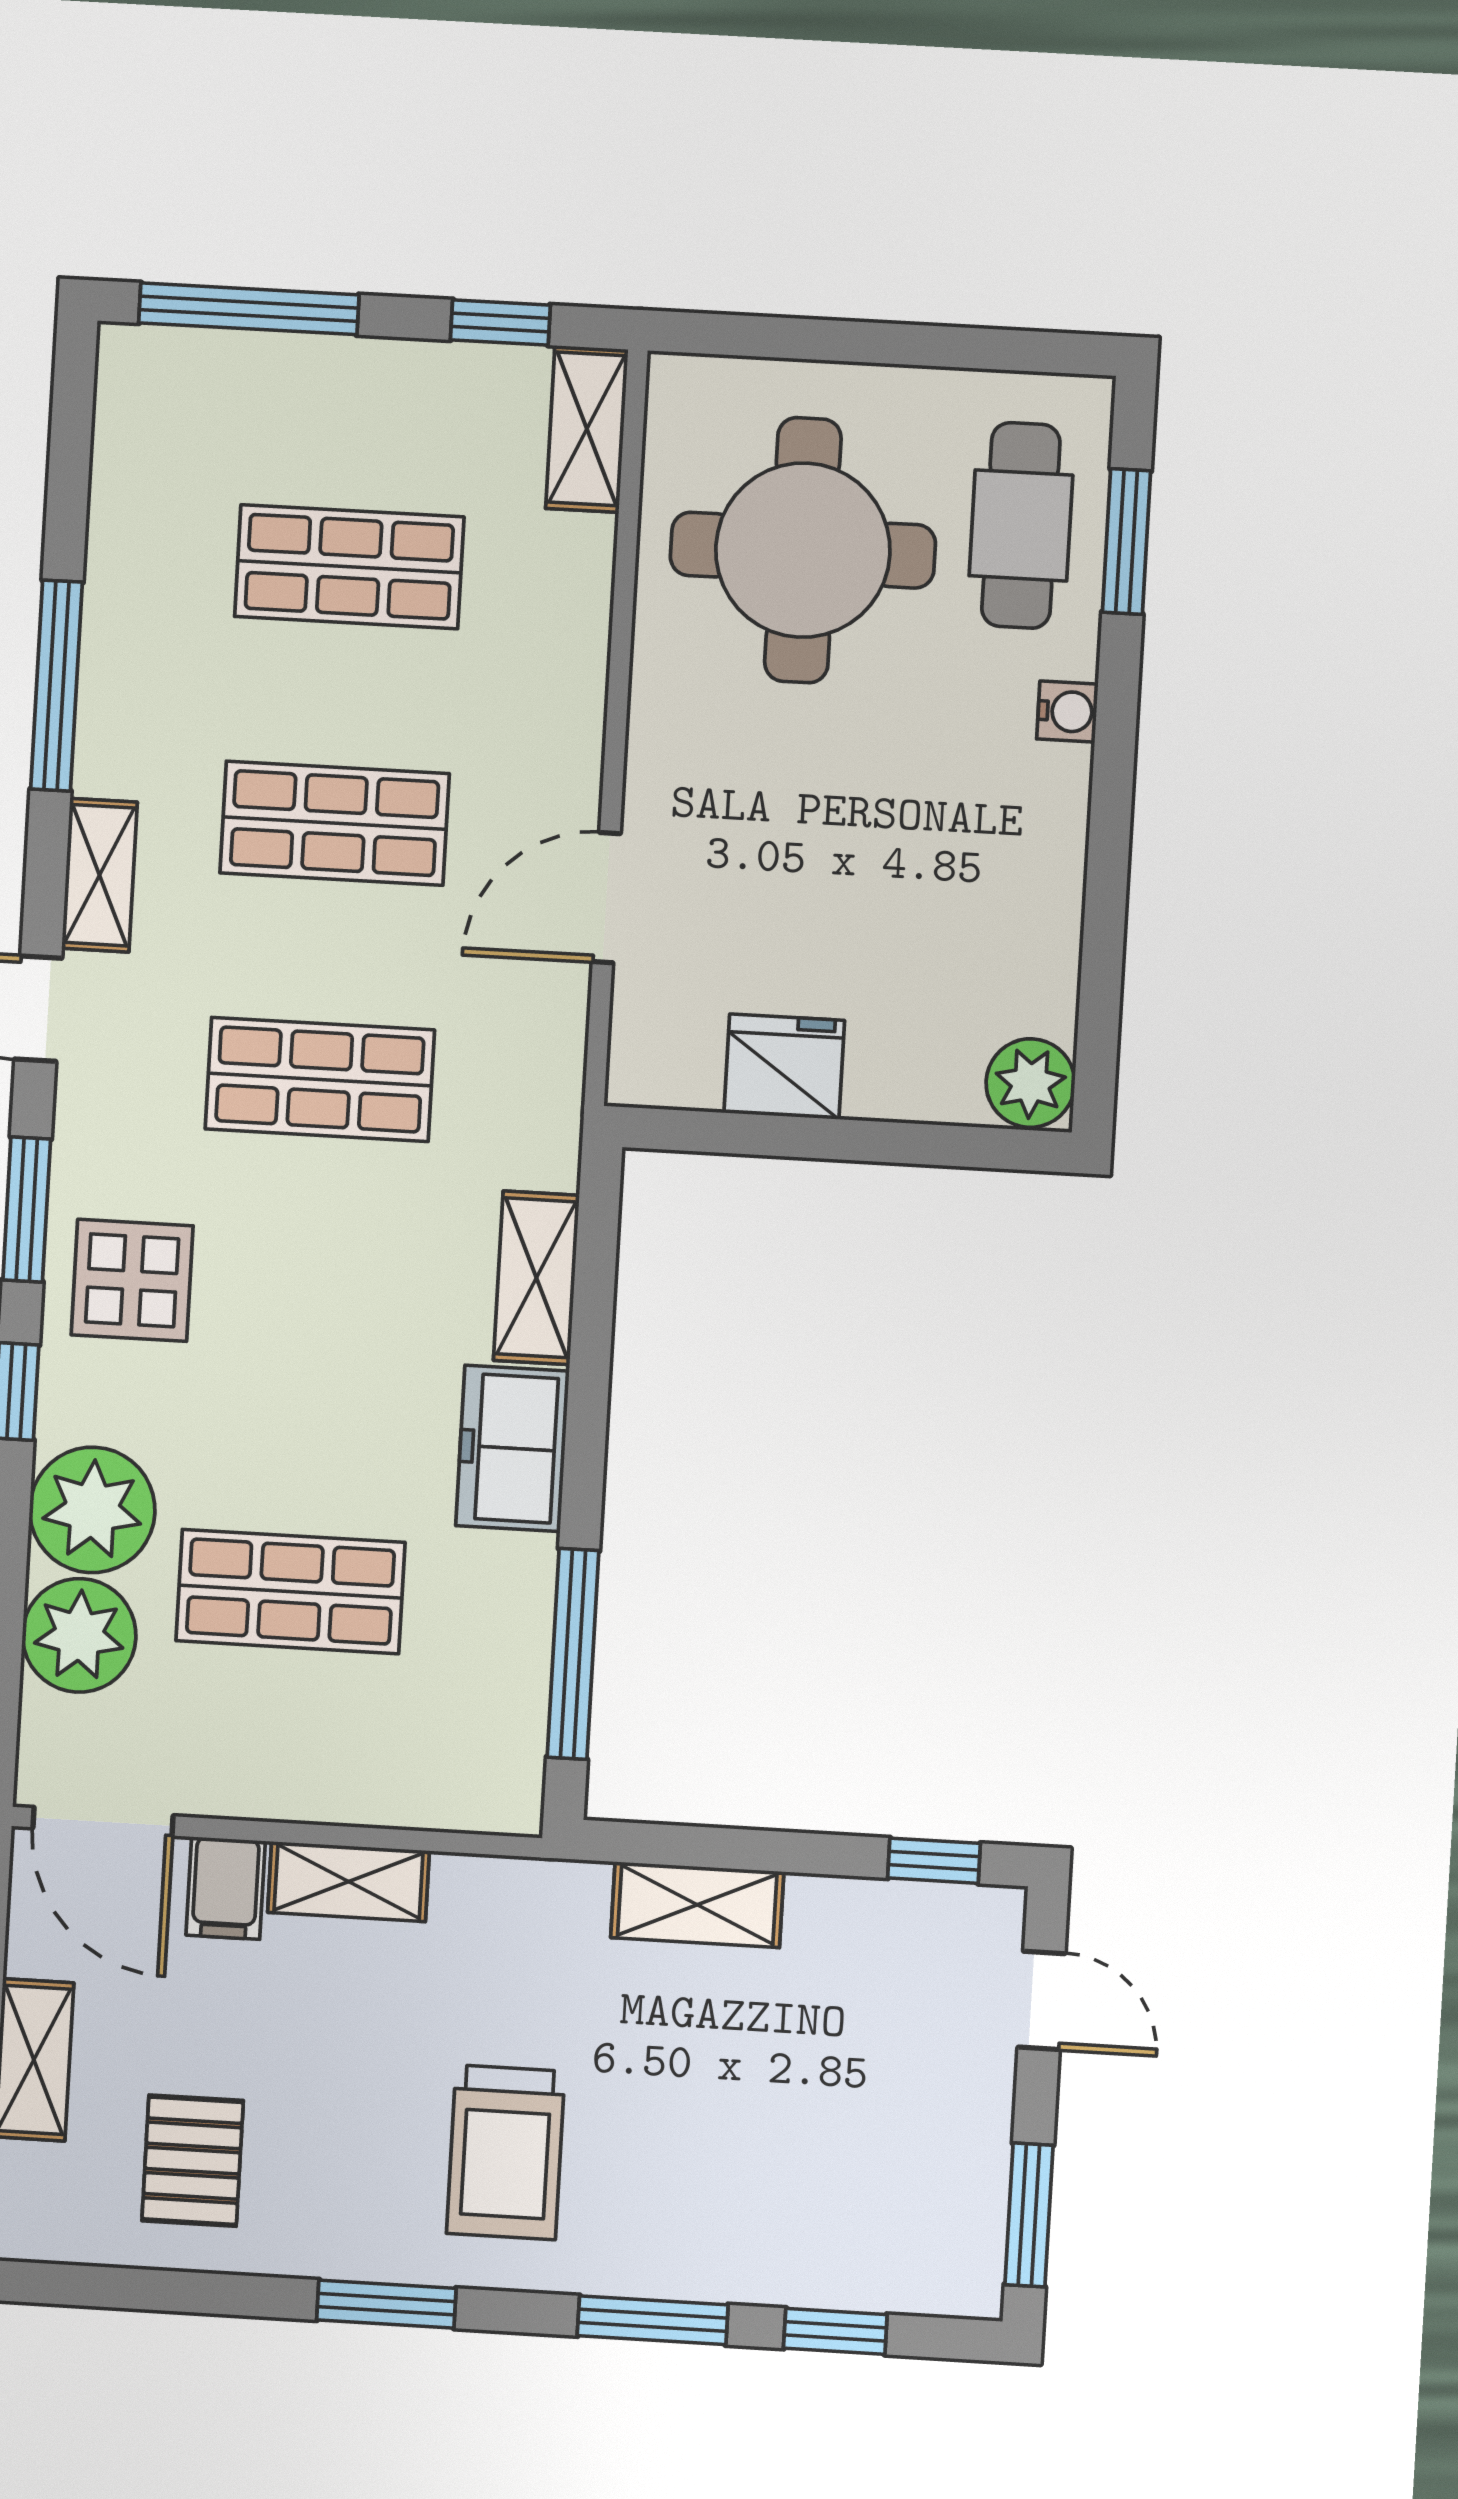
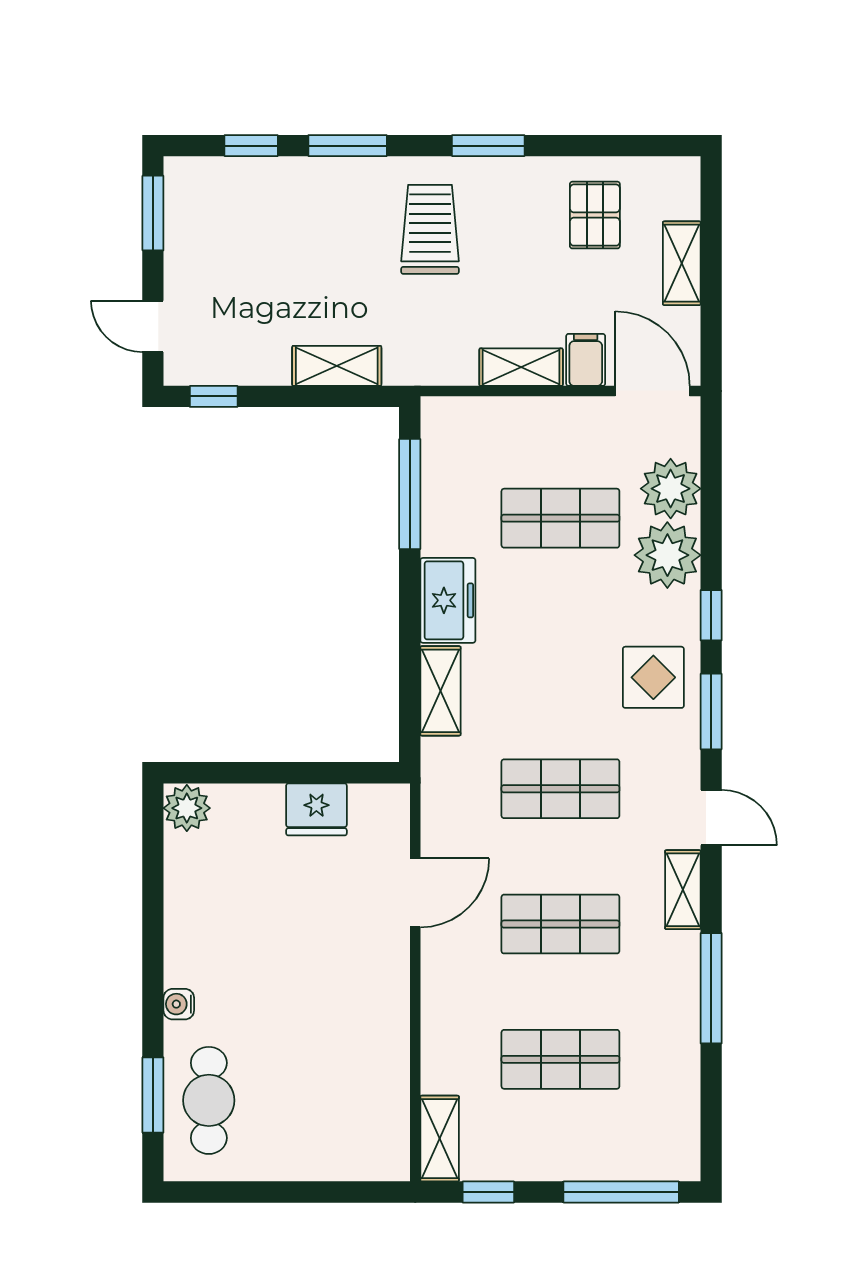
round table: (803, 550) -> (322, 1081), removed

